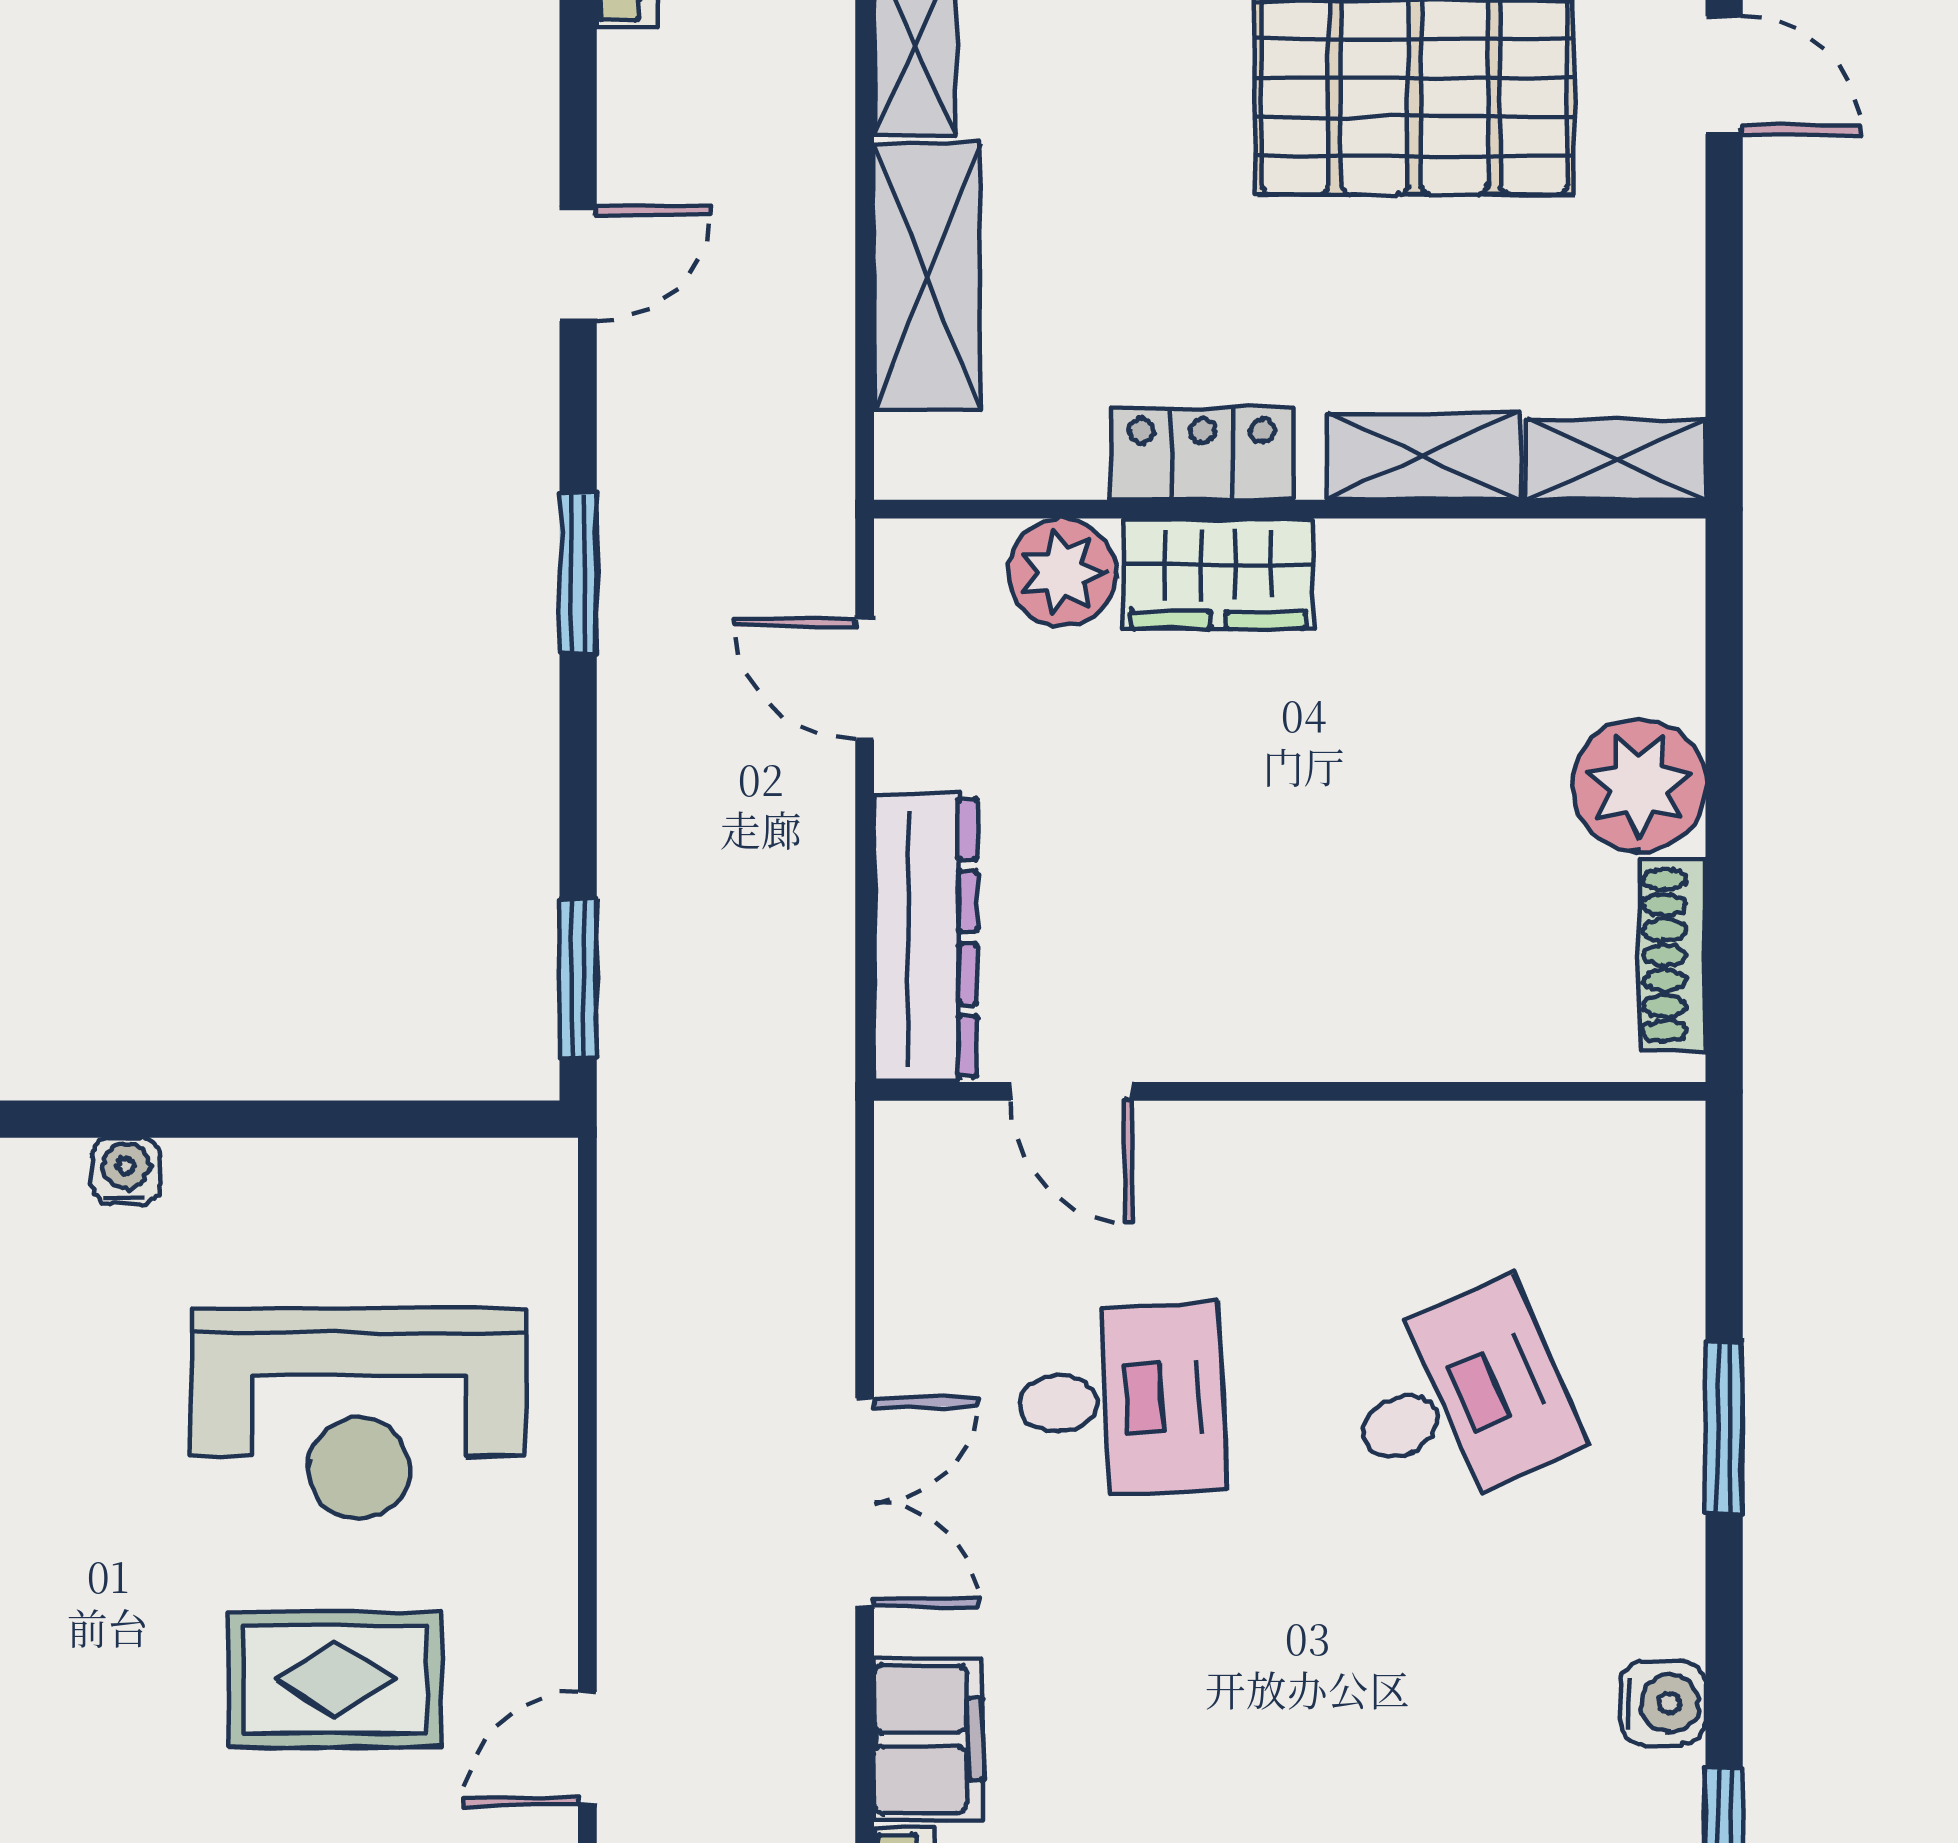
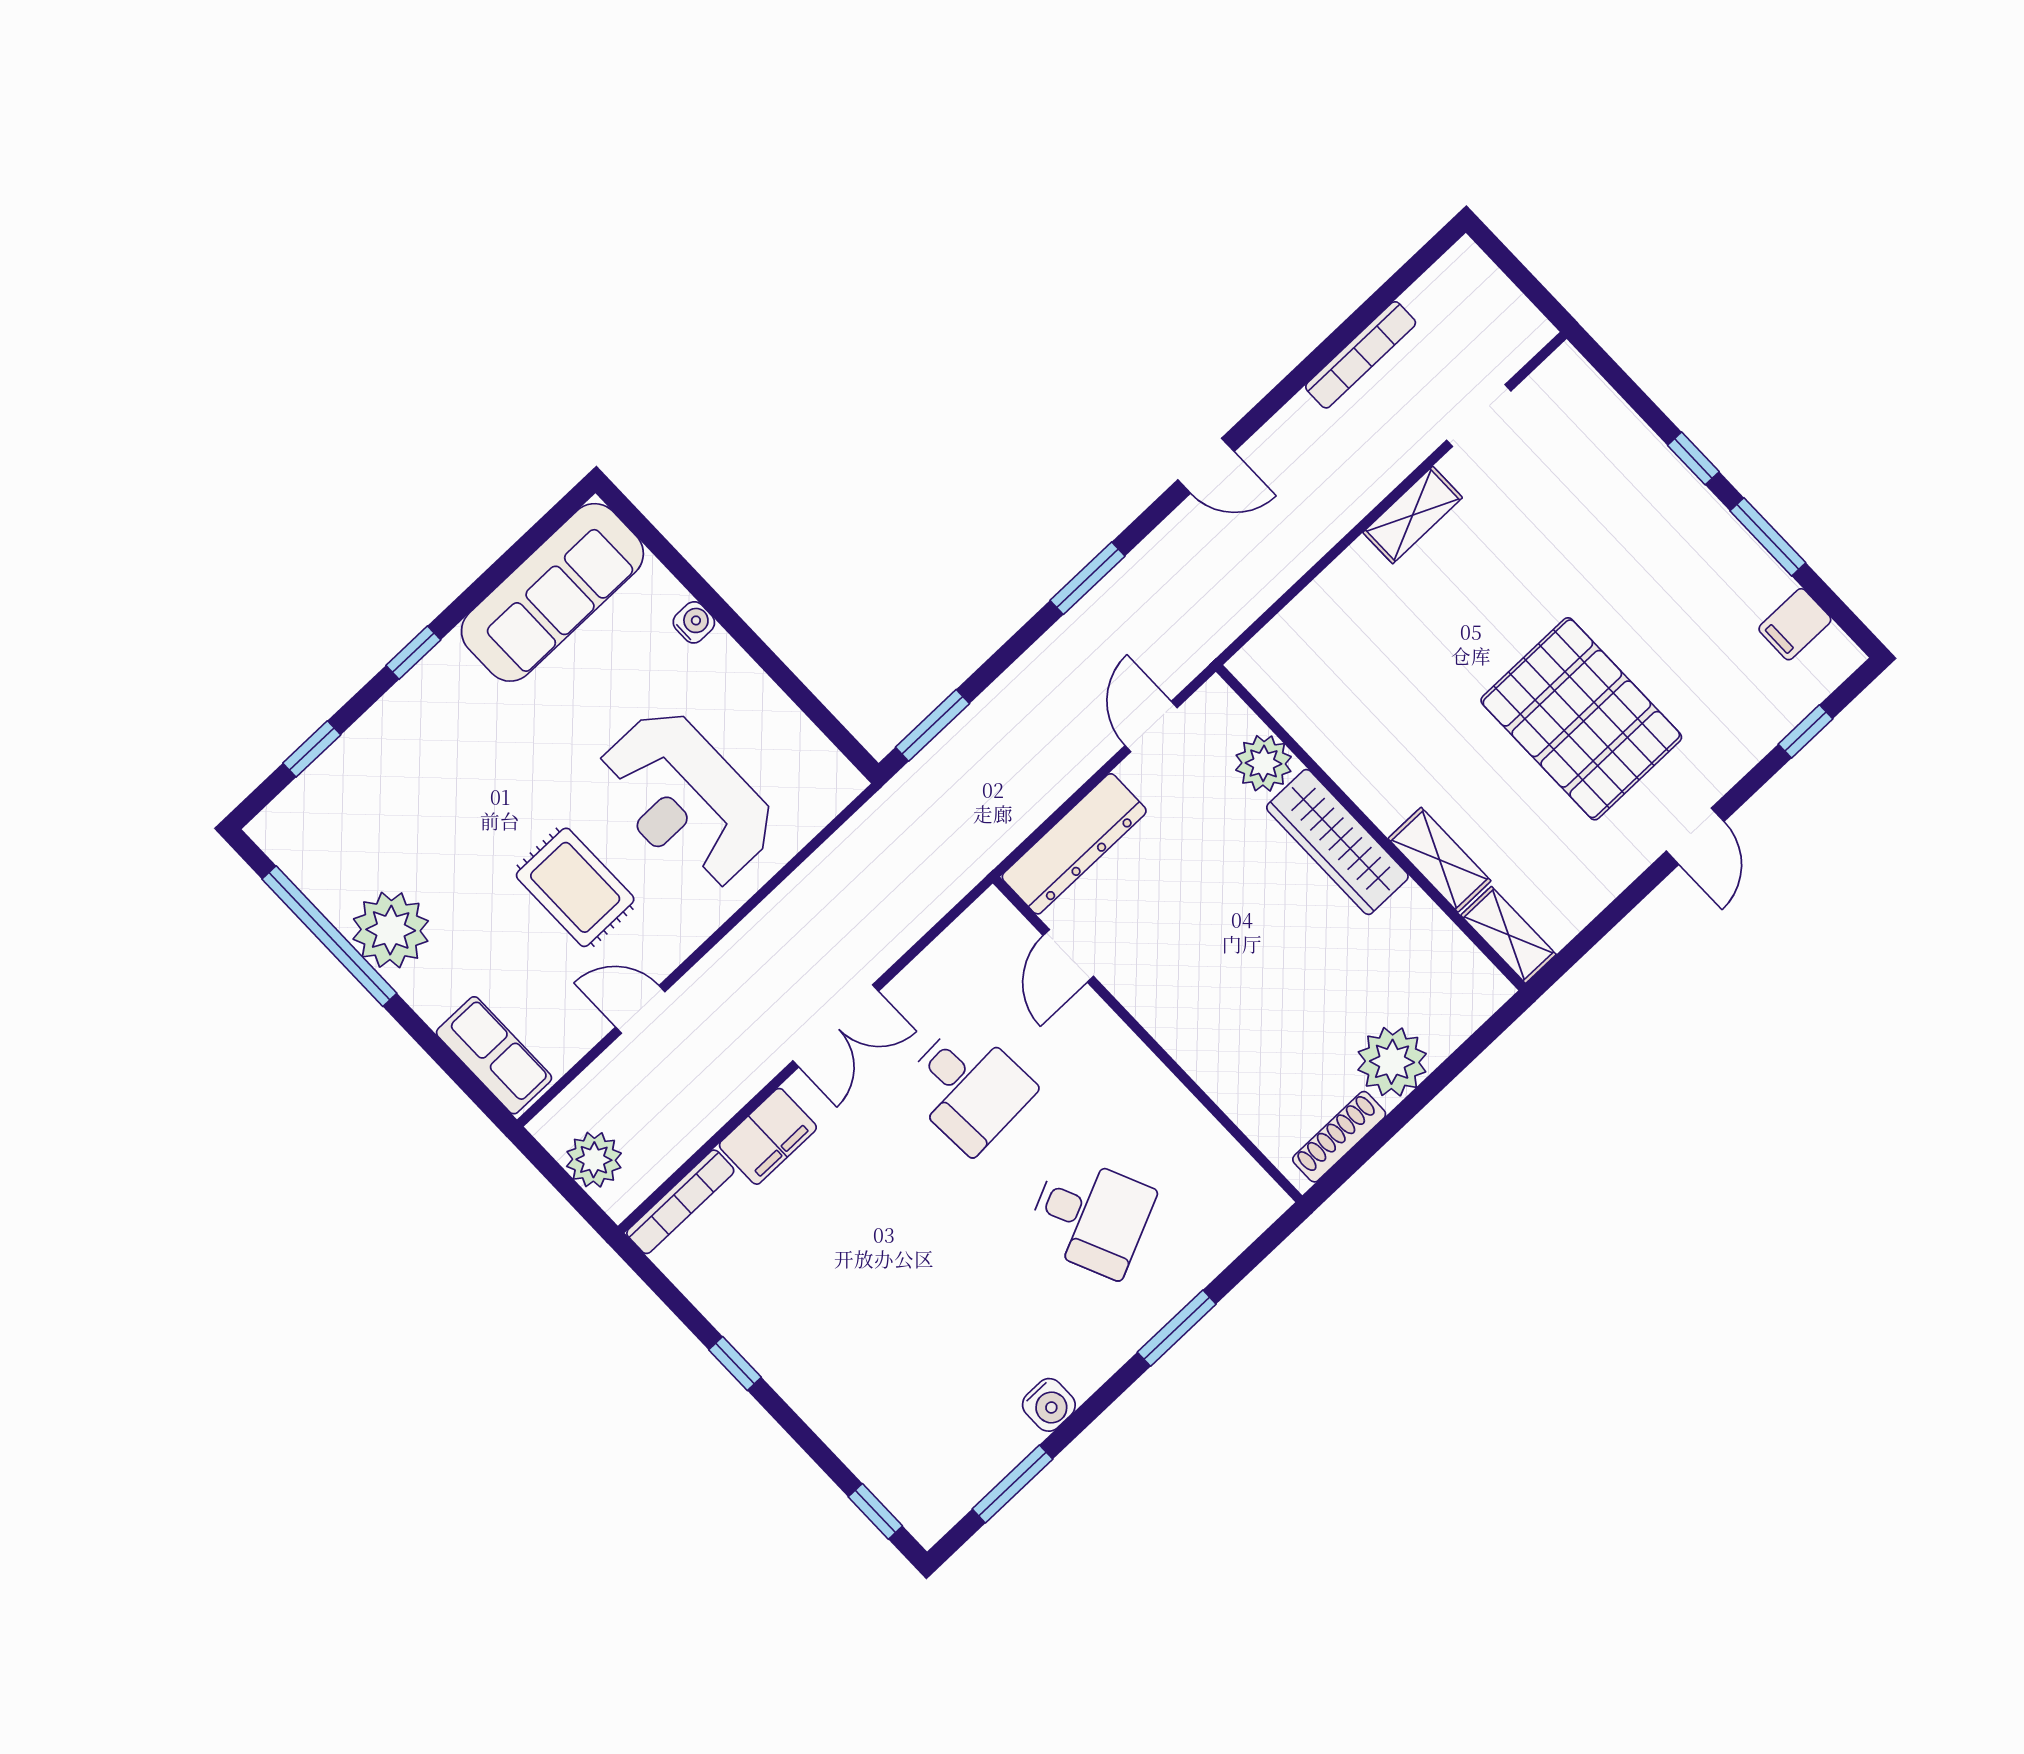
shelving: (927, 277) -> (1328, 604), removed
locker: (1202, 454) -> (1360, 774), removed
wardrobe: (1218, 574) -> (1337, 842), width x1.50

